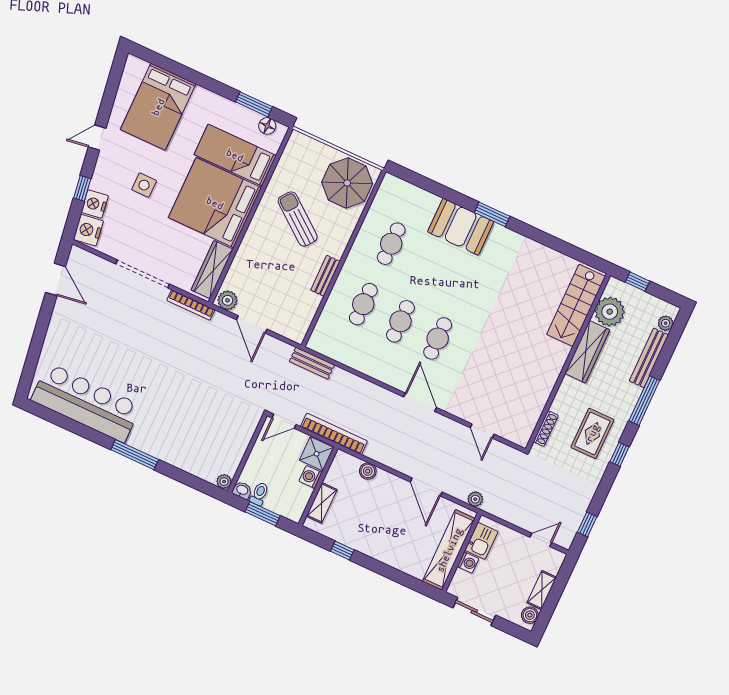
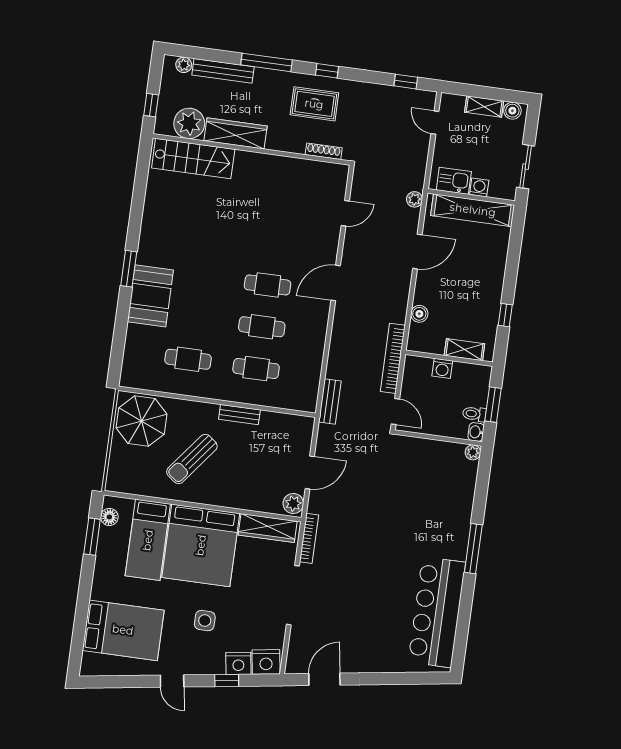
shower: (317, 454) -> (418, 369), removed

